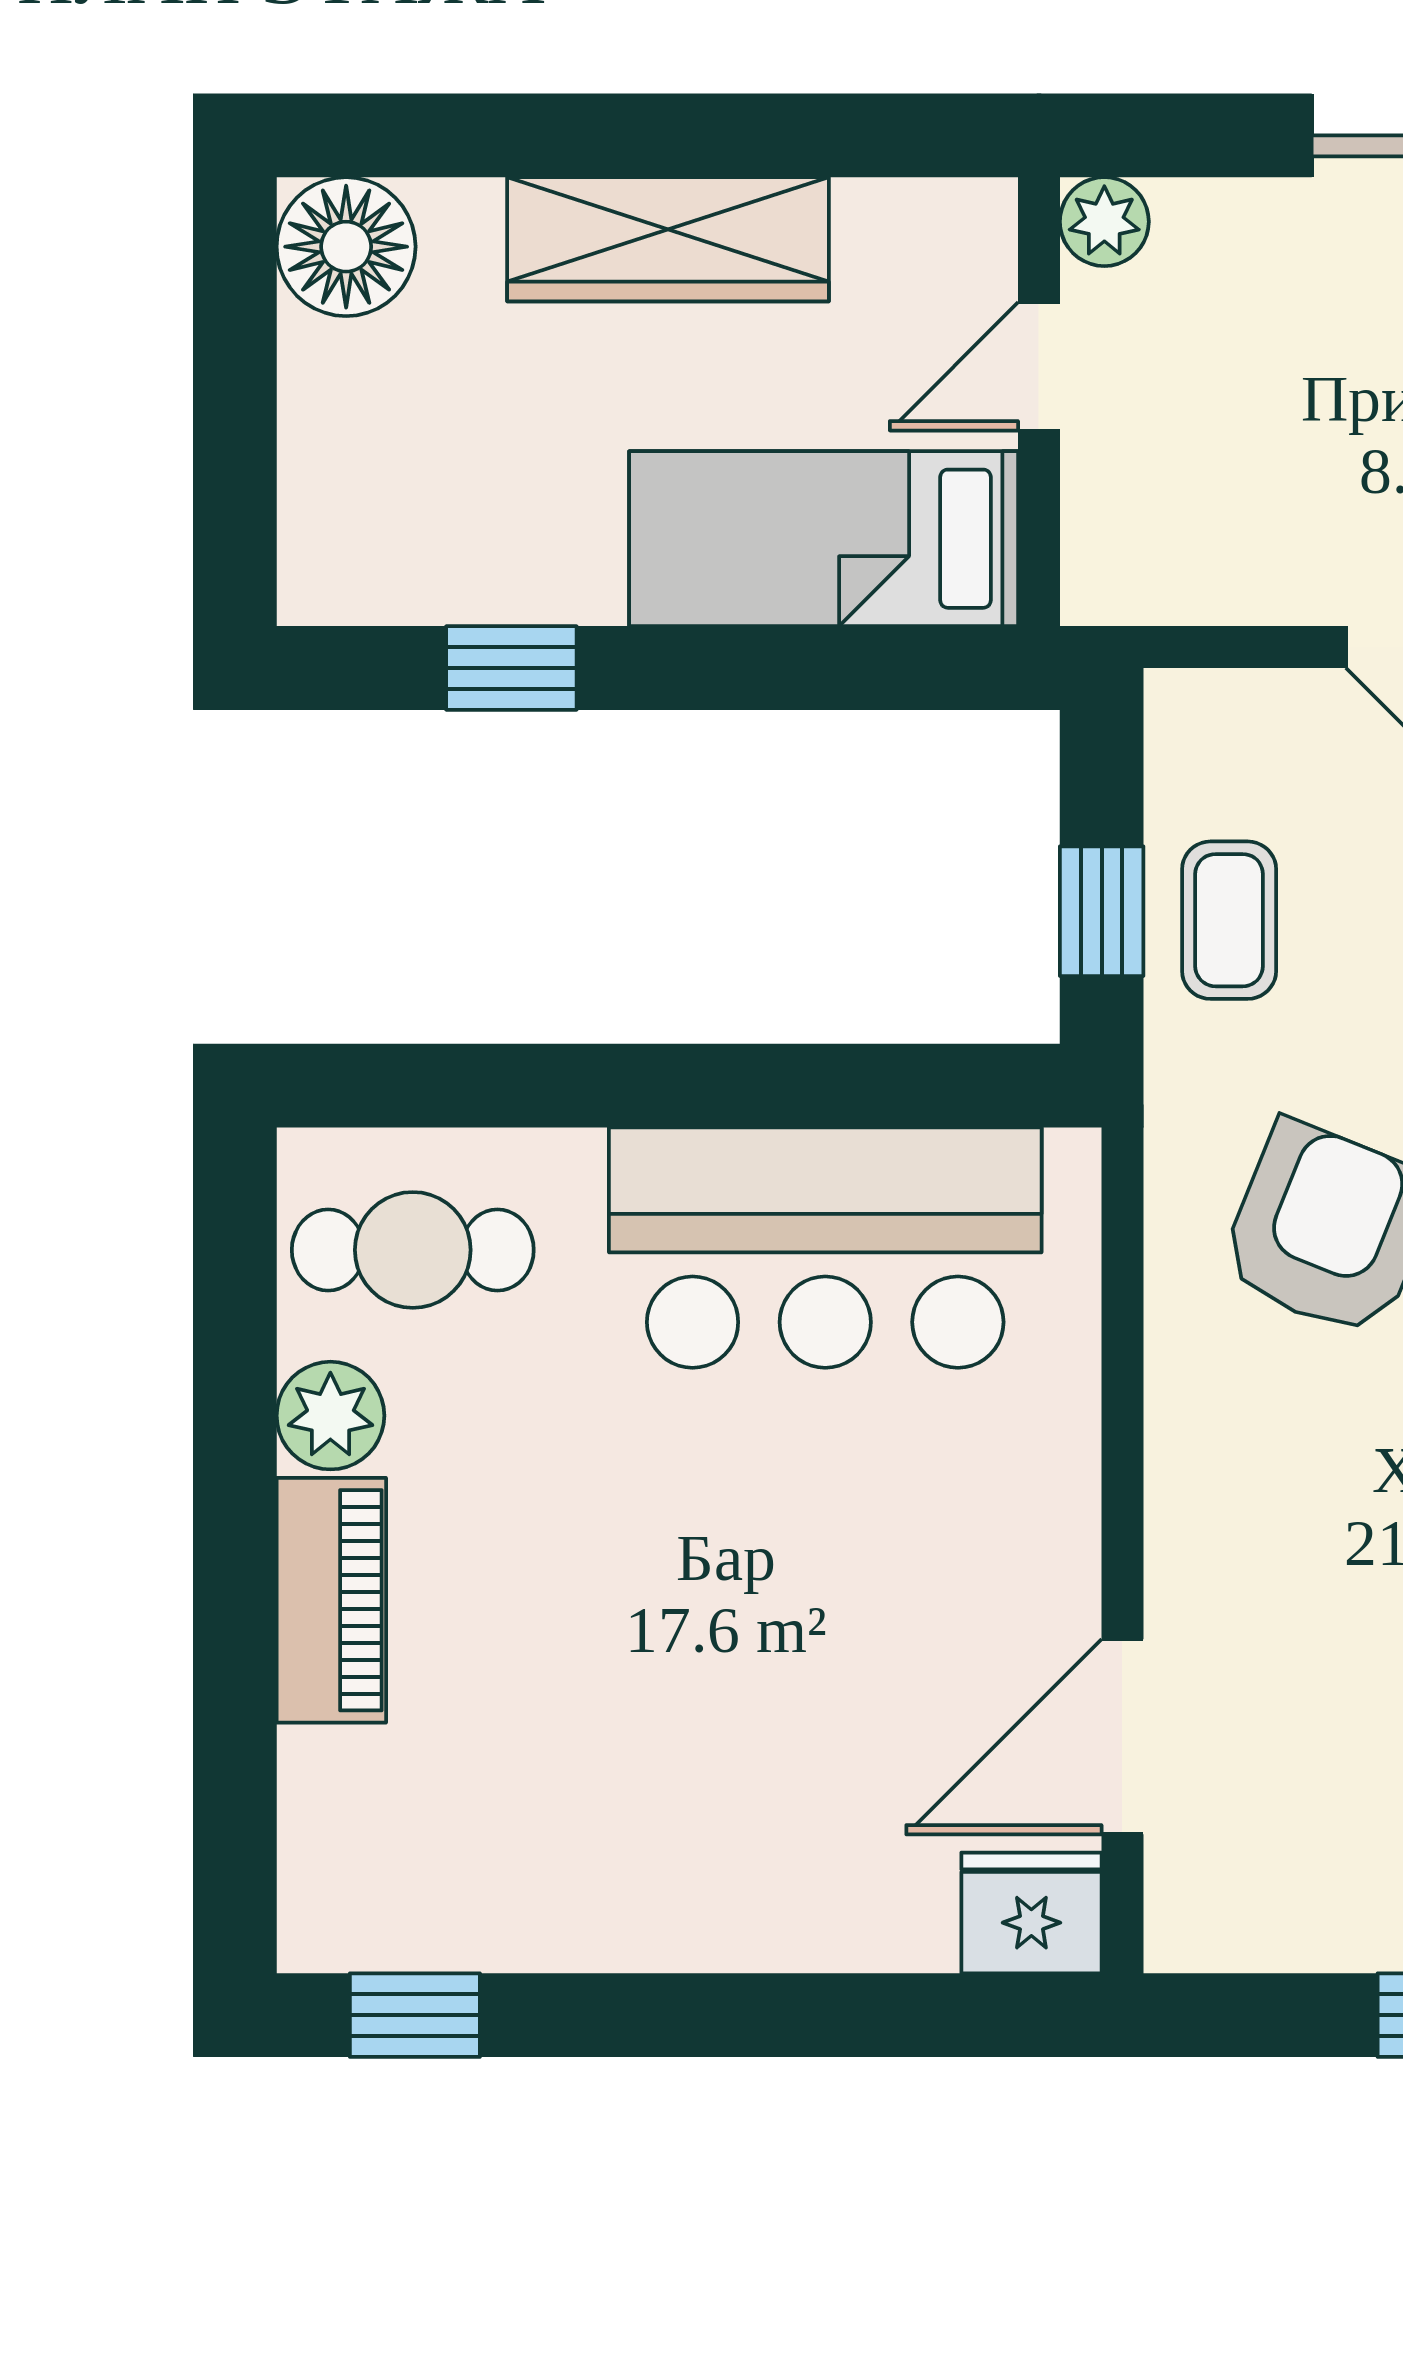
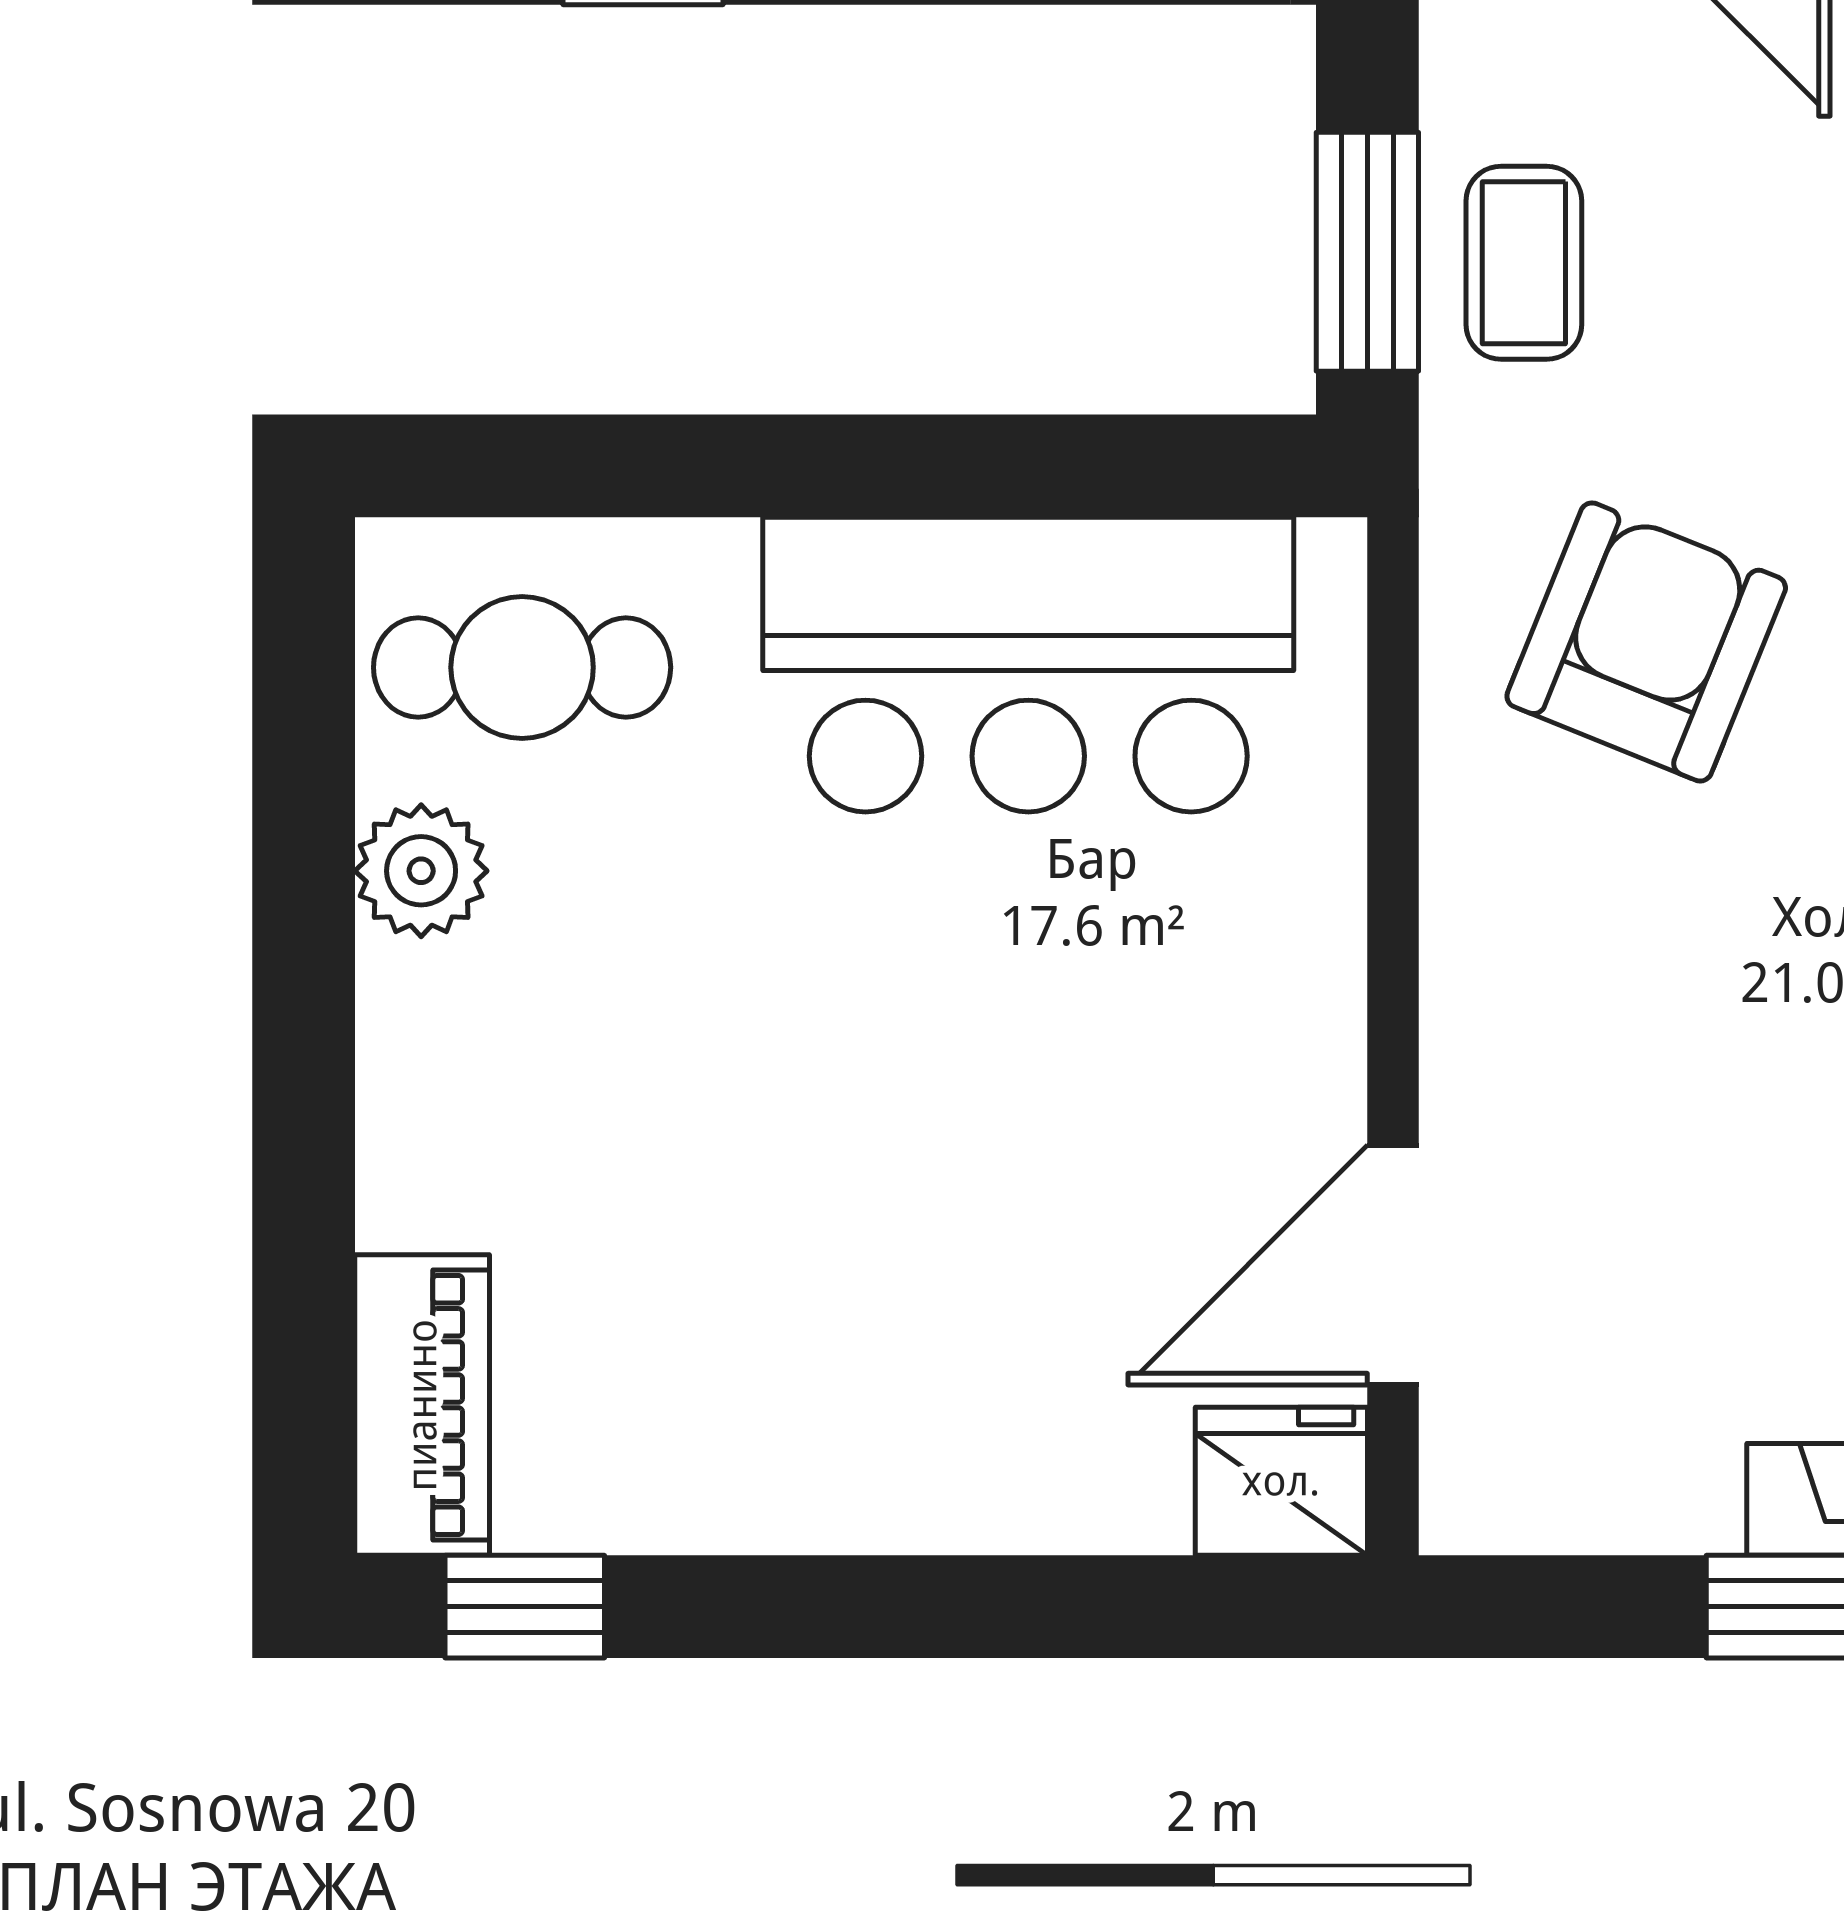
window: (1102, 911) -> (1367, 252), width x1.50
piano: (331, 1600) -> (422, 1405), moved

